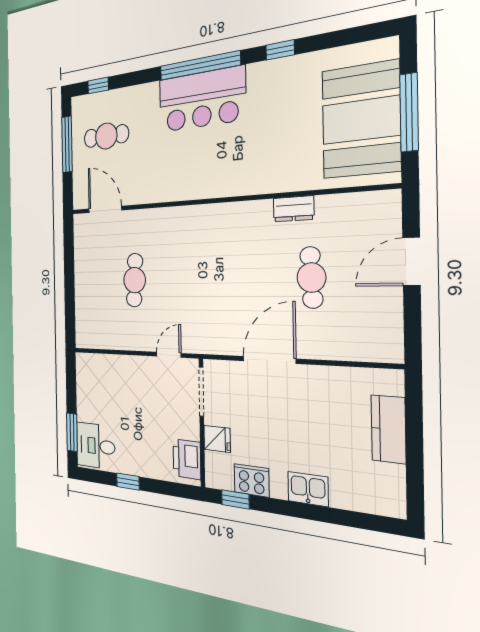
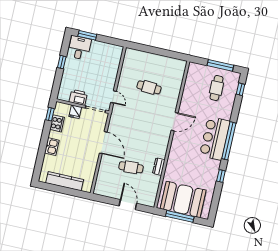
door: (105, 209) -> (175, 122), moved
kitchen counter: (388, 429) -> (65, 181), width x1.50
printer: (187, 459) -> (78, 97), moved

